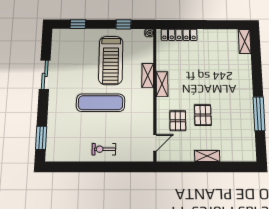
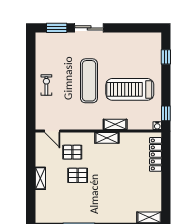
window: (123, 24) -> (166, 113), moved
sliding door: (45, 75) -> (89, 28), moved

